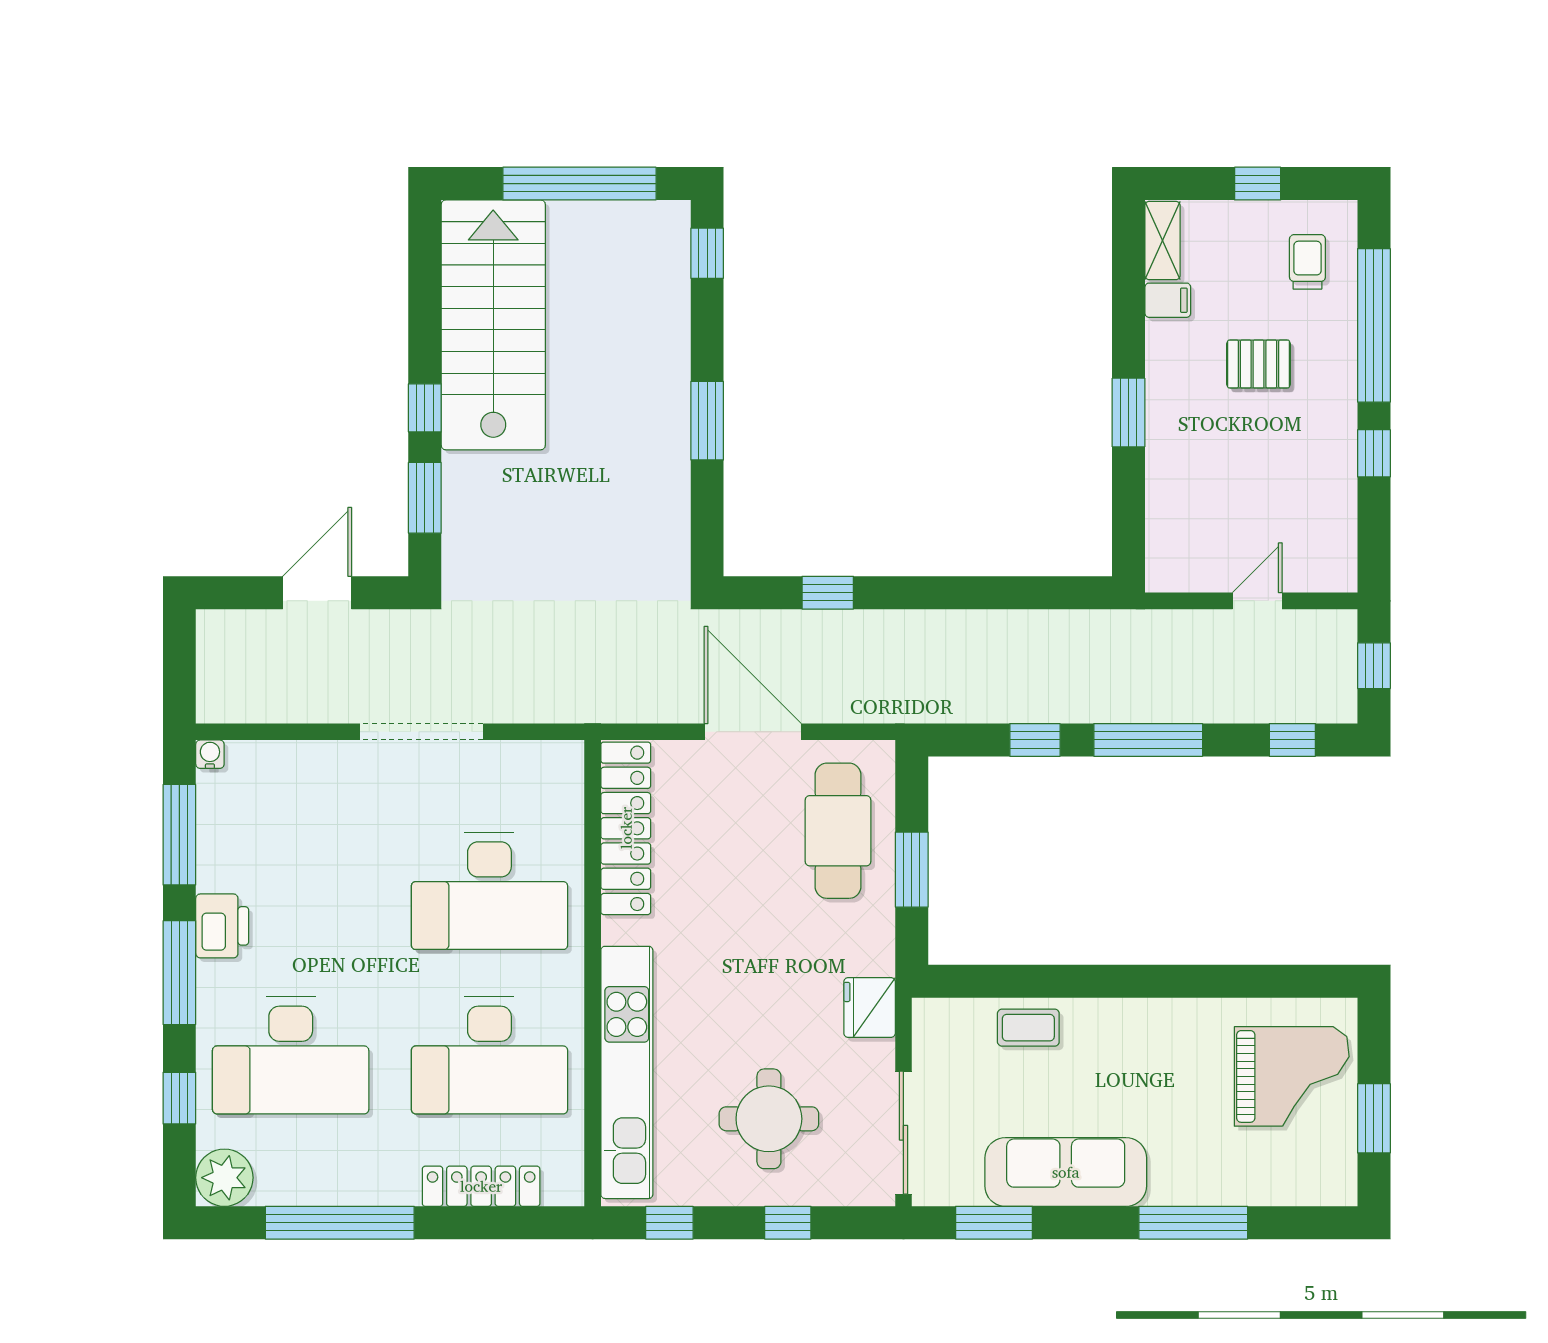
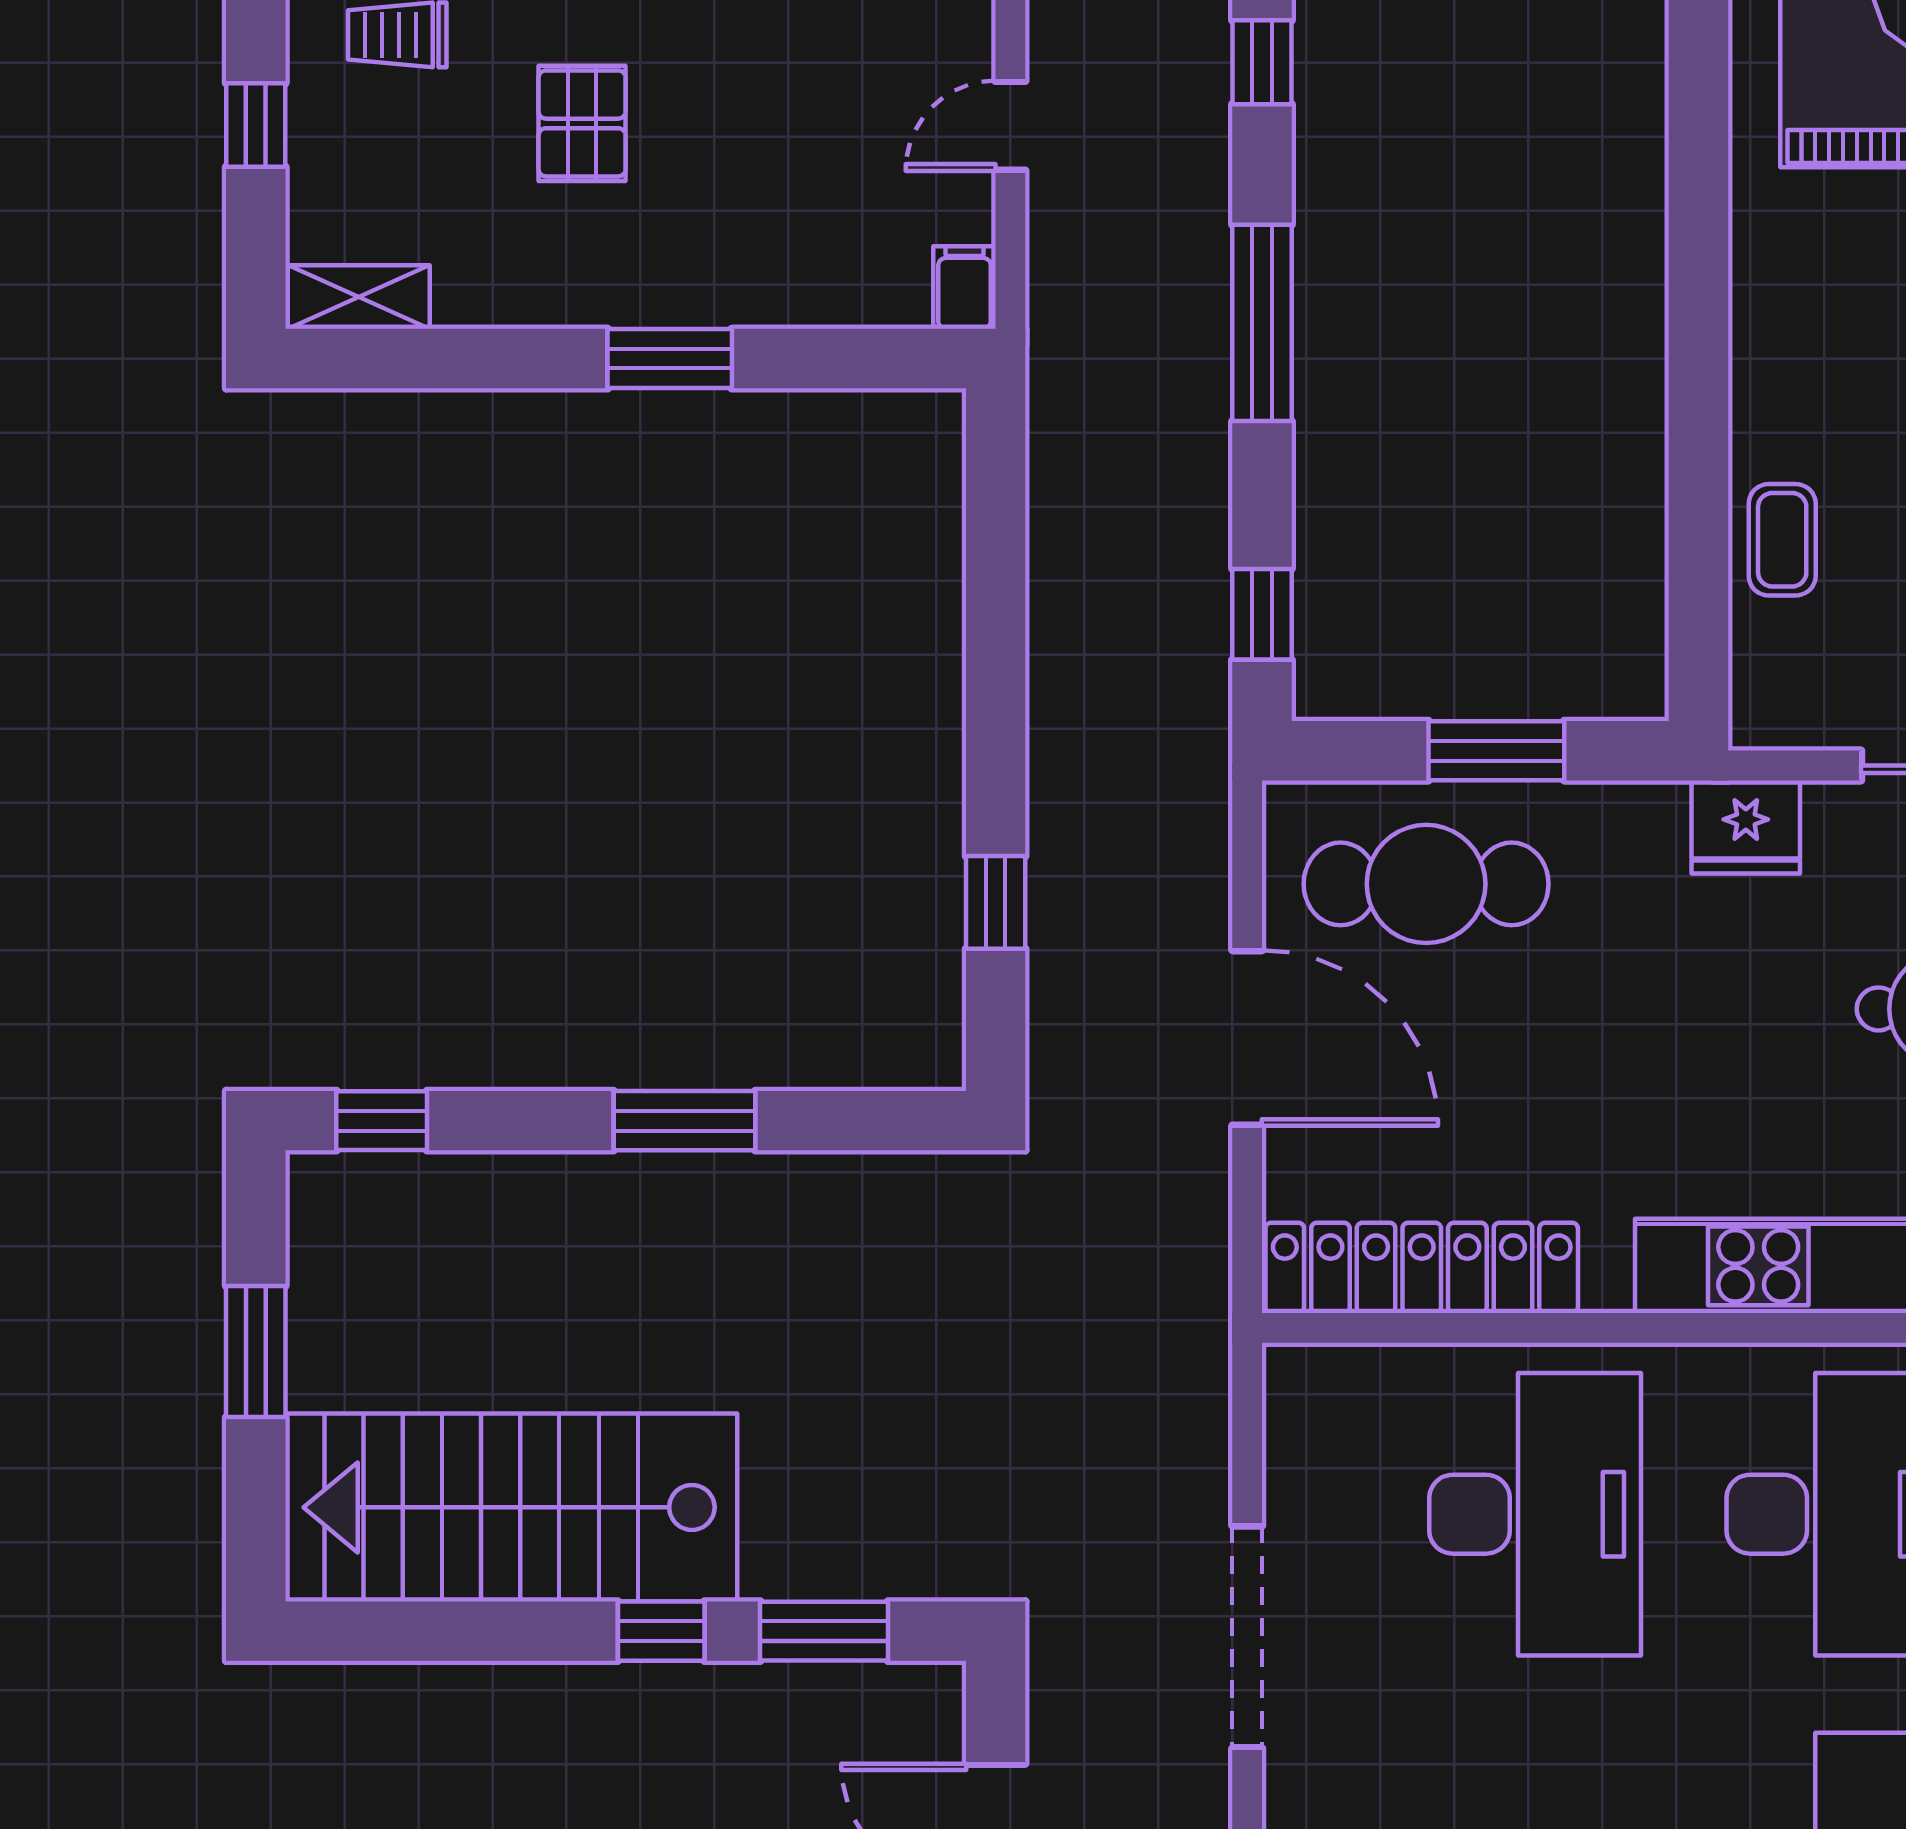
window: (579, 184) -> (256, 1352), width x0.47
filing cabinet: (1168, 300) -> (965, 288), moved
door: (1257, 601) -> (1010, 126), hinge flipped
door: (753, 732) -> (1247, 1038), swing flipped
window: (1035, 740) -> (1262, 614), moved

